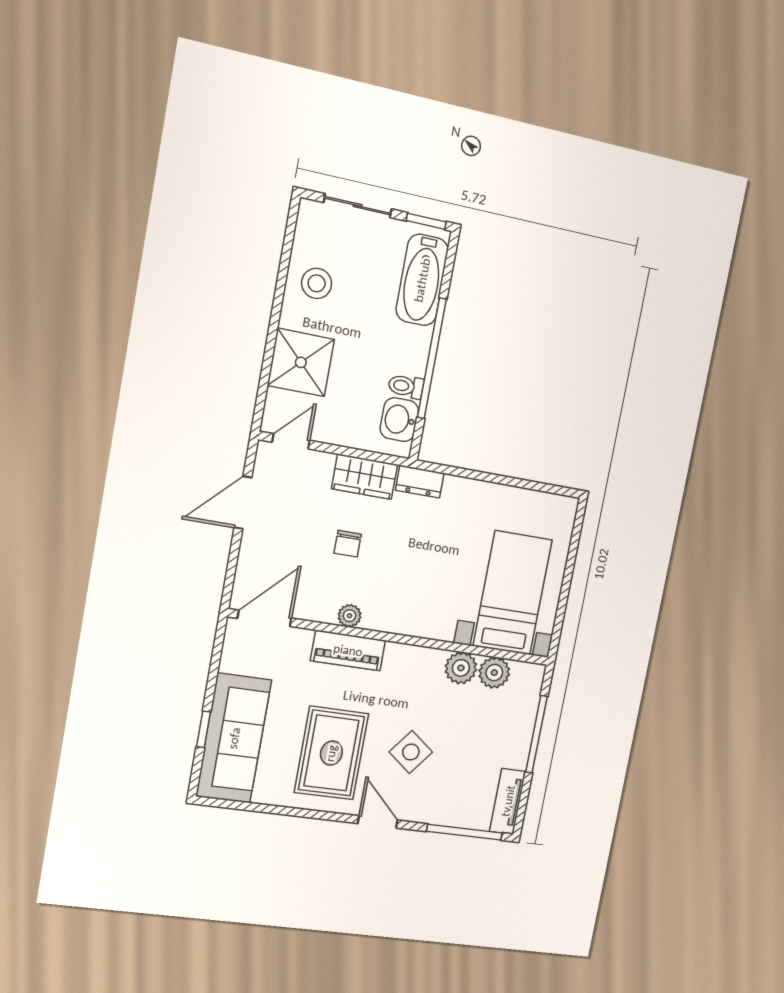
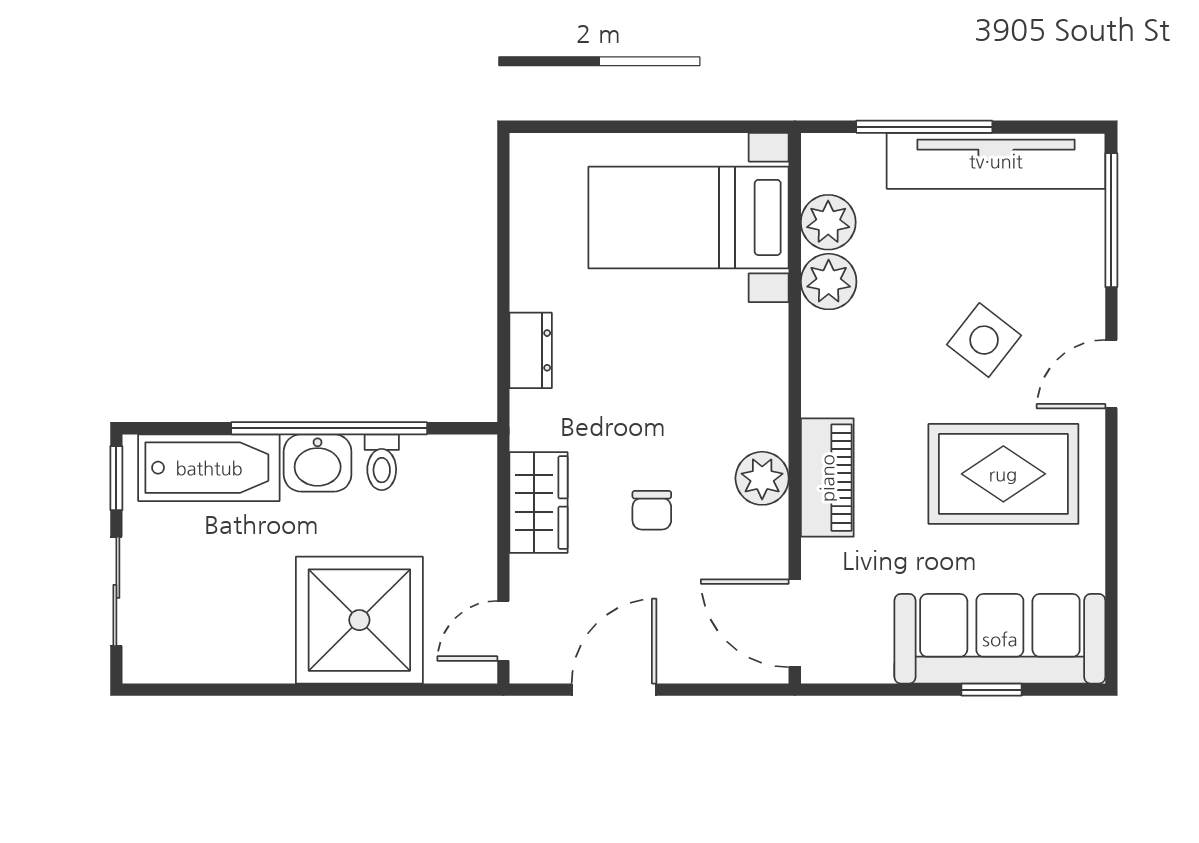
stool: (317, 283) -> (249, 634), removed
shower: (301, 362) -> (359, 620), width x1.37, depth x1.37
washbasin: (399, 420) -> (318, 463), moved
door: (291, 441) -> (503, 631), hinge flipped
dresser: (420, 482) -> (531, 350), moved
door: (243, 503) -> (614, 690), swing flipped
chair: (348, 544) -> (652, 510), turned 90
plant: (350, 616) -> (762, 478), width x1.38, depth x1.38
tv unit: (508, 801) -> (996, 161), width x1.92, depth x1.29

